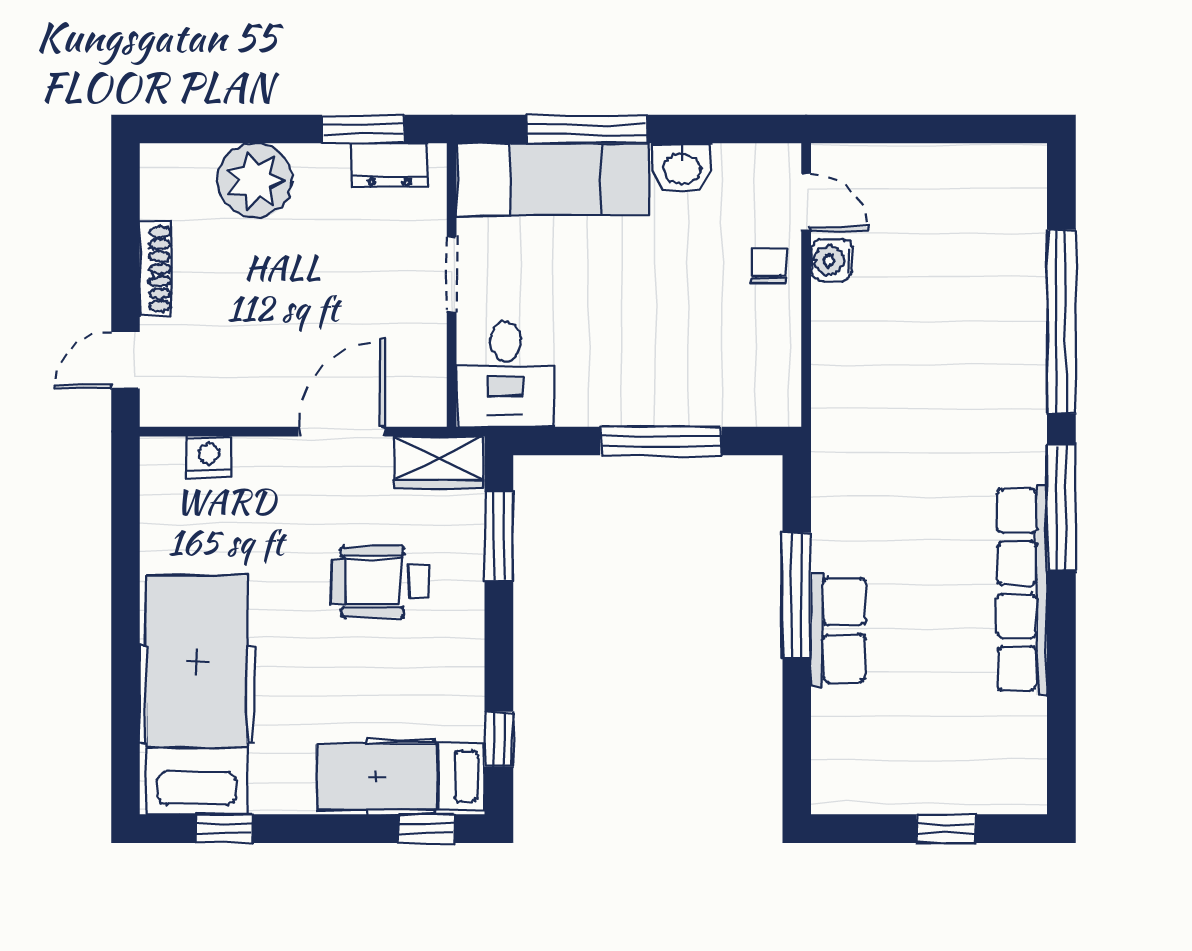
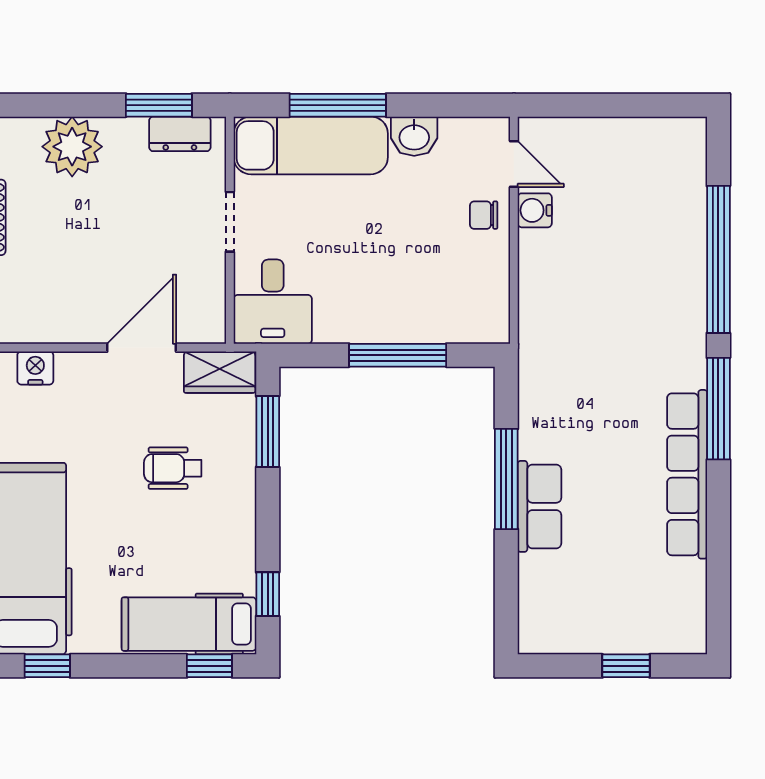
chair: (768, 266) -> (484, 215), turned -90
wheelchair: (380, 582) -> (173, 468), width x0.73, depth x0.73

